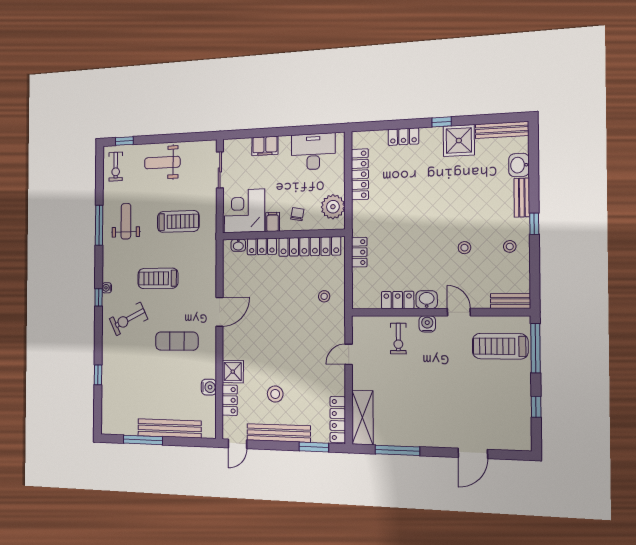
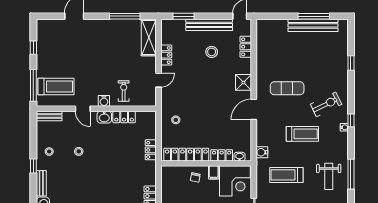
plant: (333, 207) -> (169, 182), removed
shower: (233, 372) -> (244, 82), moved
water cooler: (209, 387) -> (262, 152), moved
locker: (338, 420) -> (166, 55), moved, width x0.66
bench: (169, 428) -> (313, 25), moved

